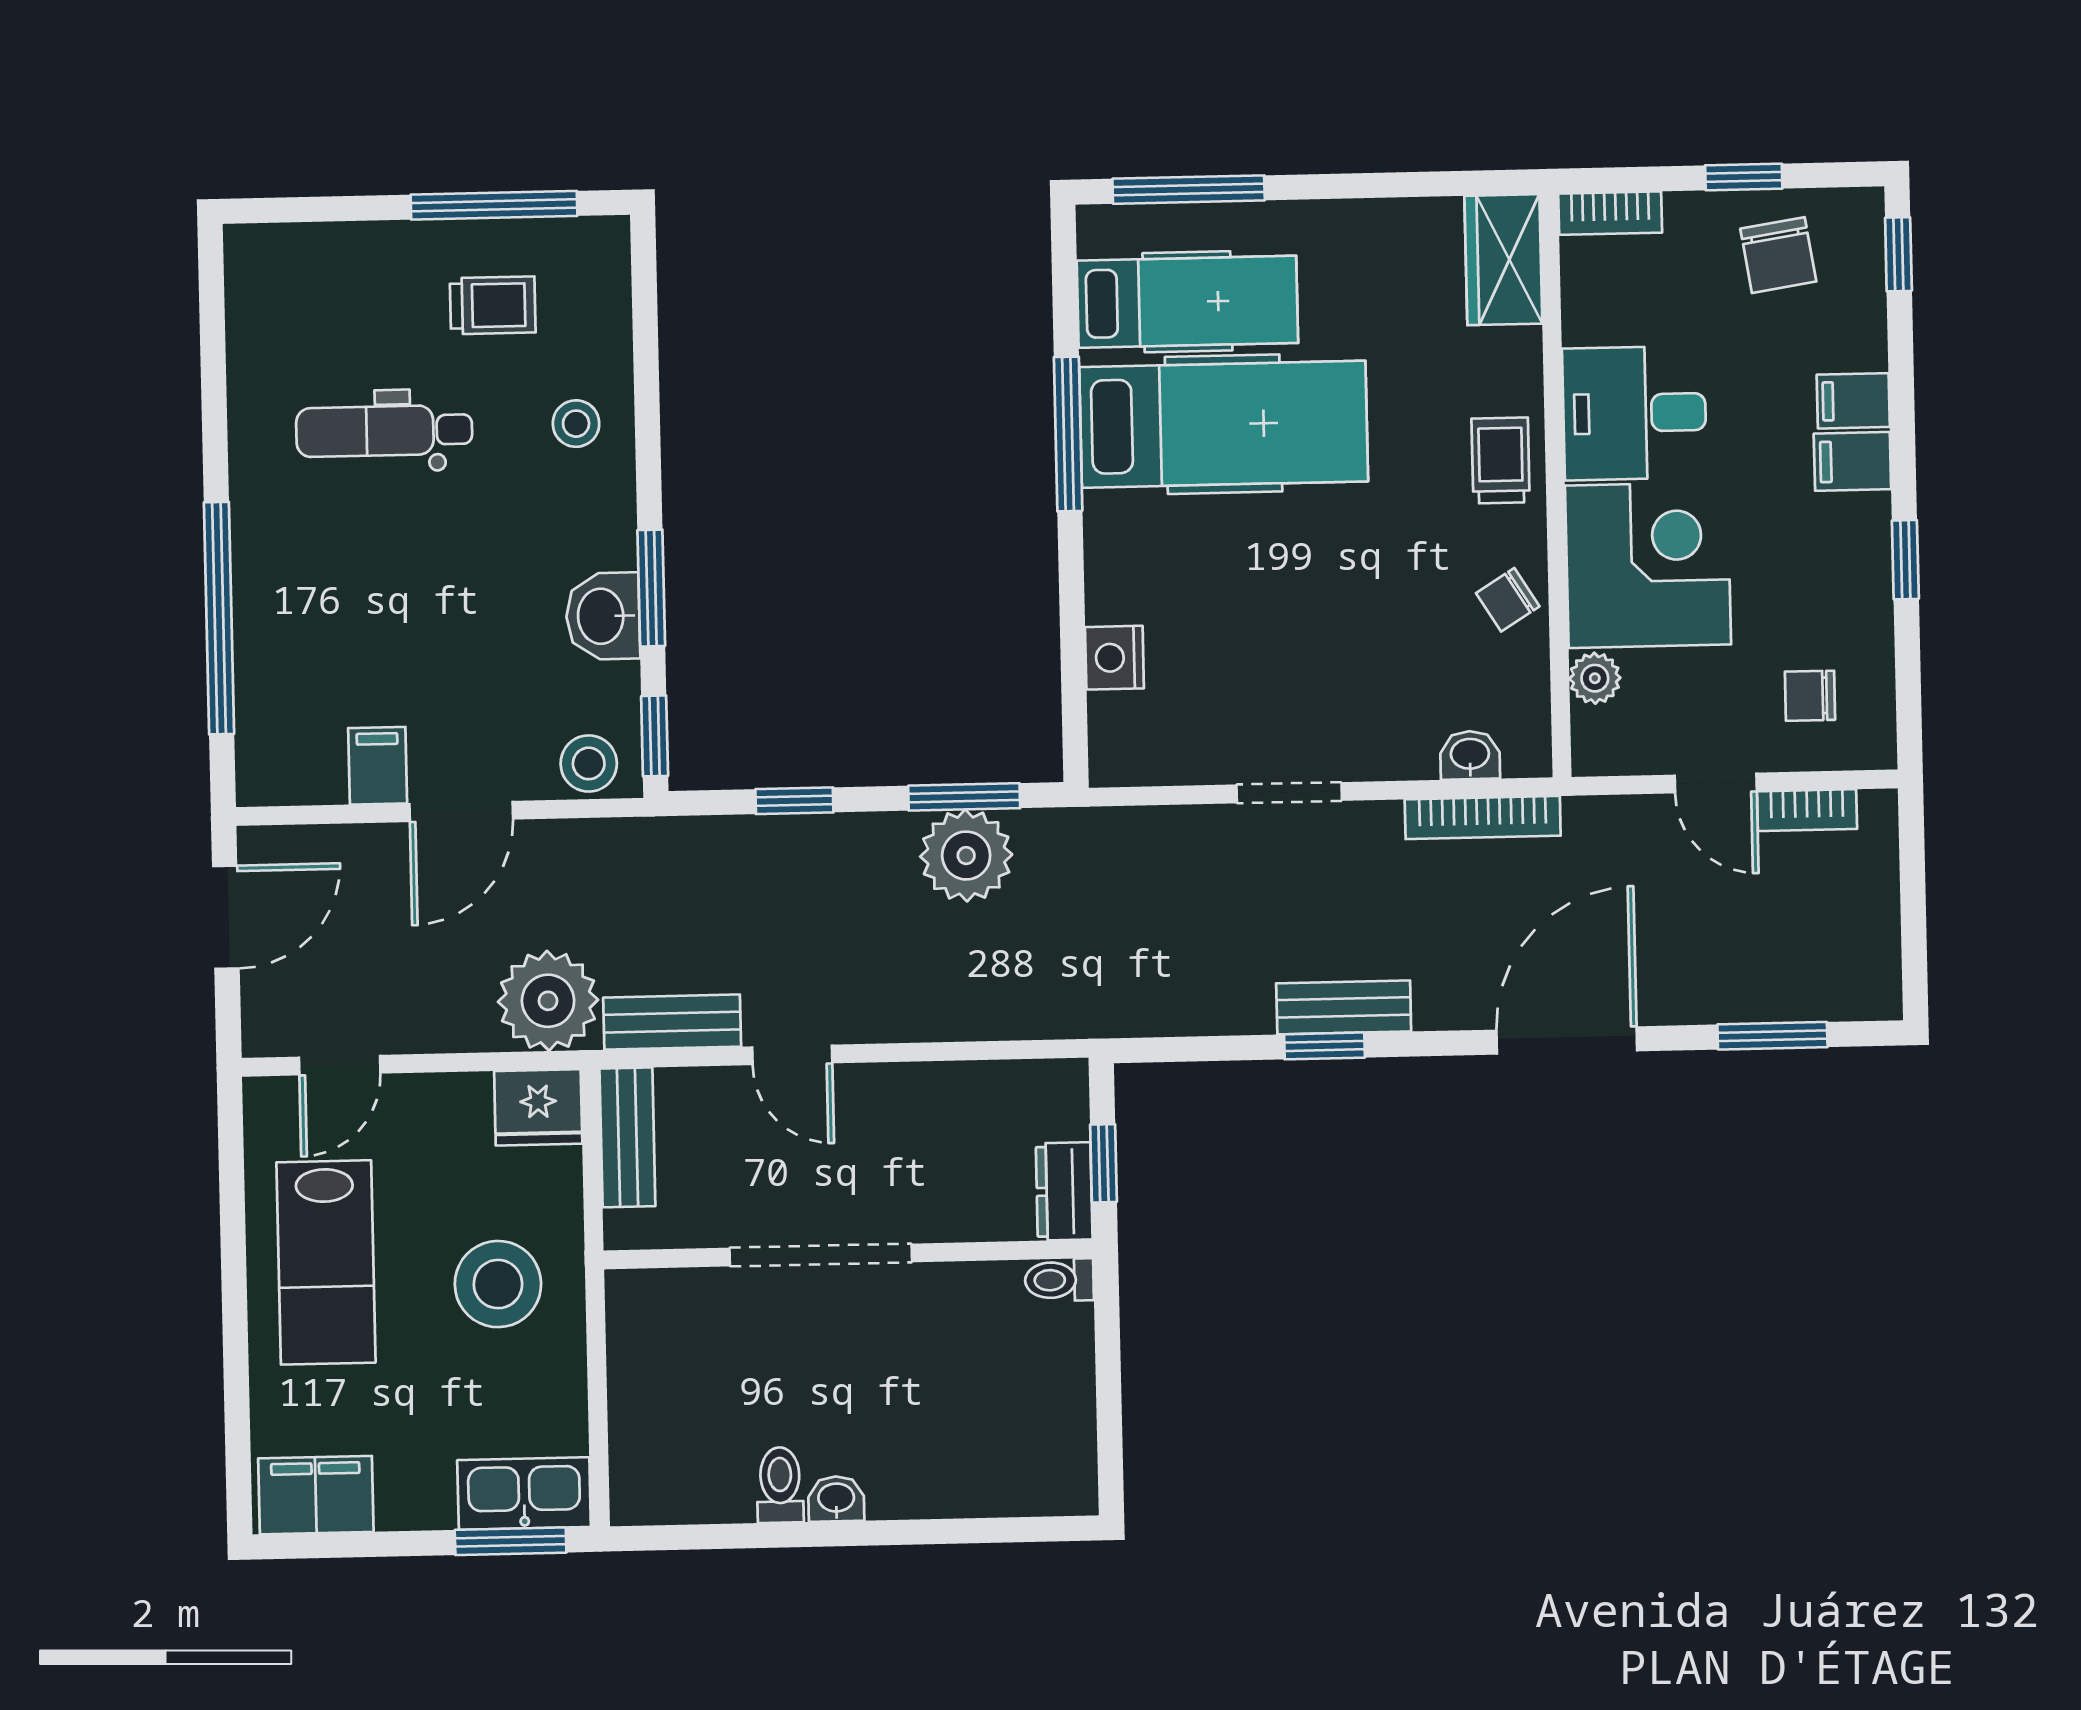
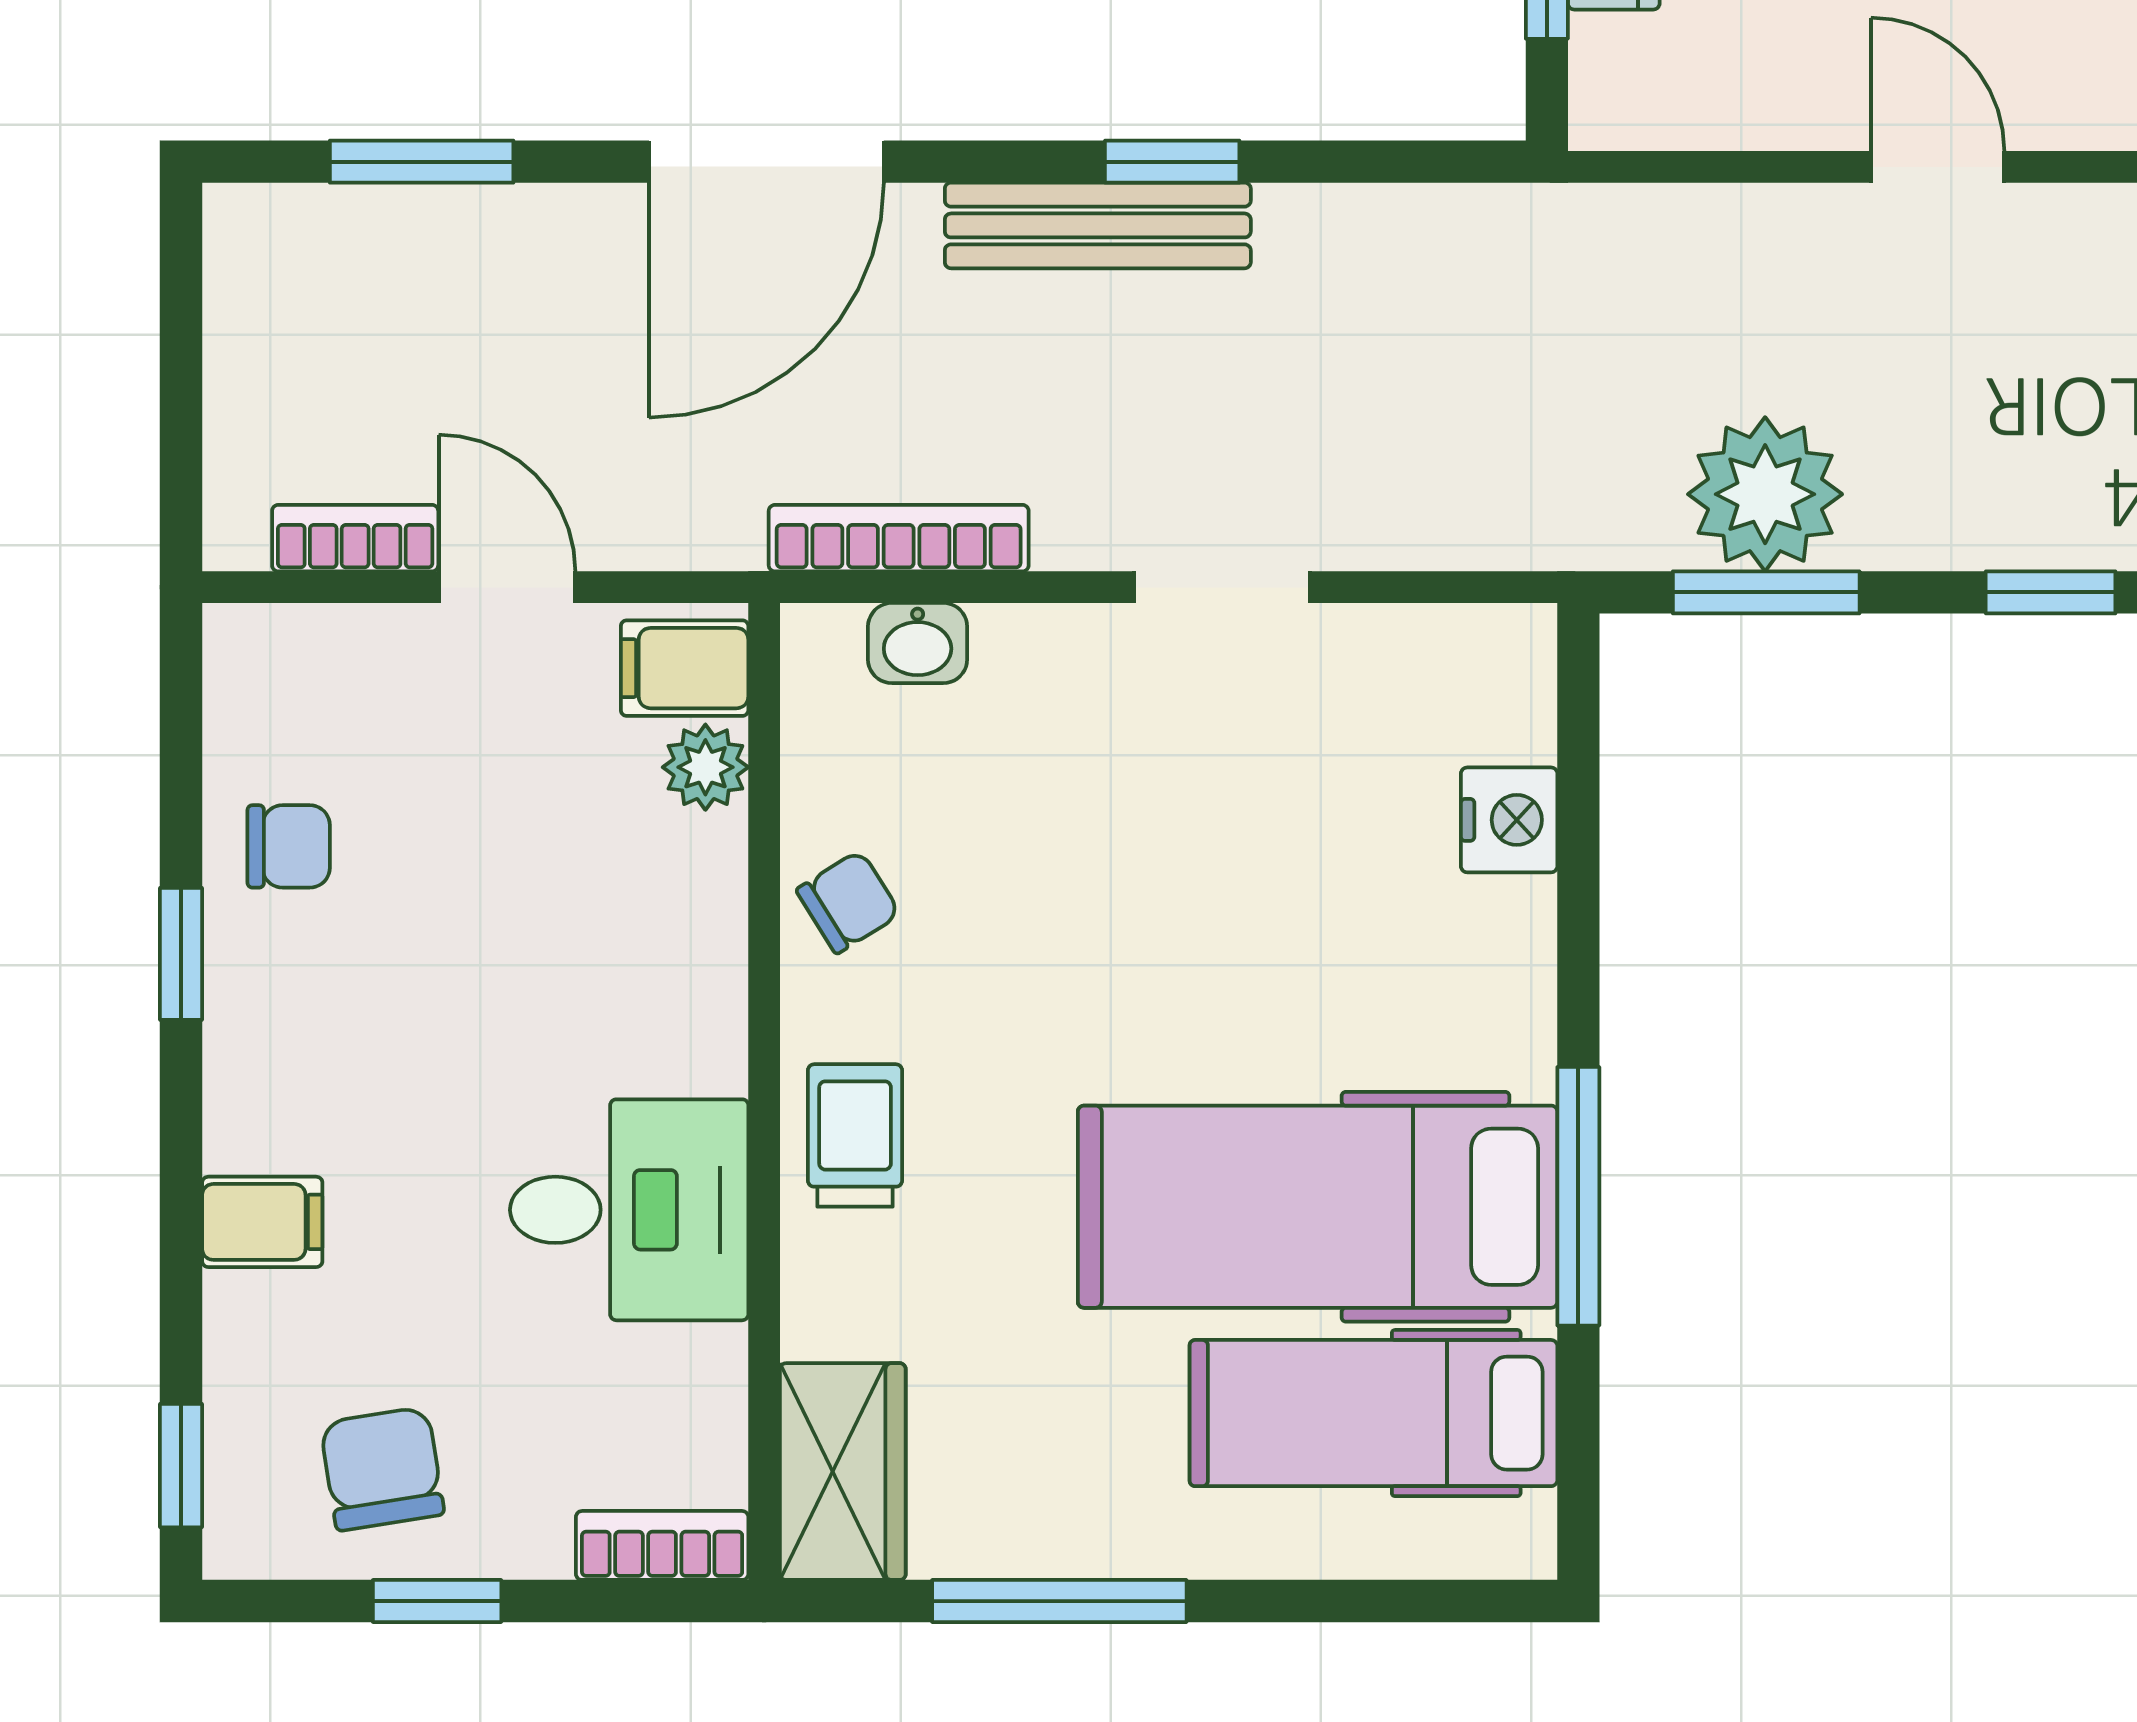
window: (1189, 190) -> (1059, 1601), moved
trolley: (1501, 460) -> (855, 1135), turned 180
filing cabinet: (1852, 461) -> (685, 668), moved, turned 180
corner desk: (1648, 565) -> (612, 955), removed
chair: (1810, 696) -> (289, 846), moved
bench: (1344, 1007) -> (1098, 225), width x1.36
door: (792, 1055) -> (1938, 167), moved

